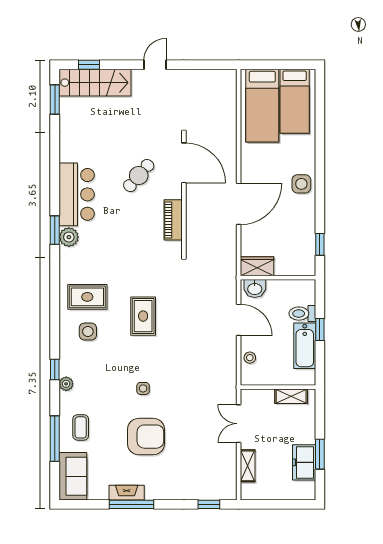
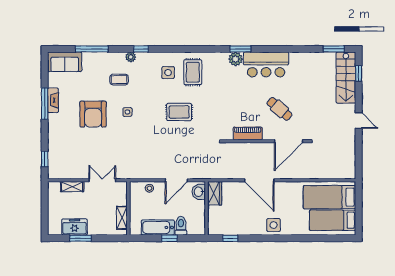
coffee table: (81, 427) -> (119, 80), moved

